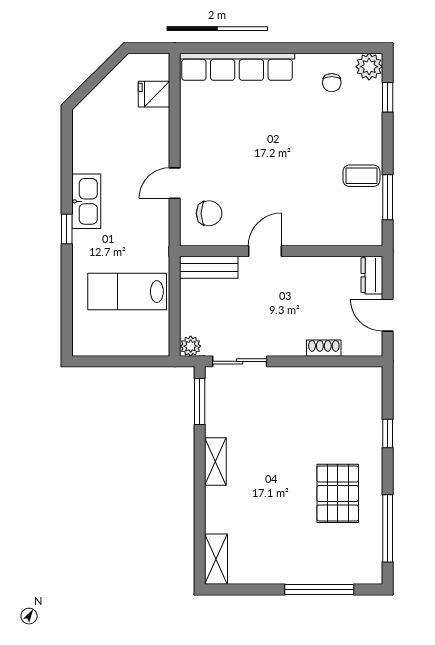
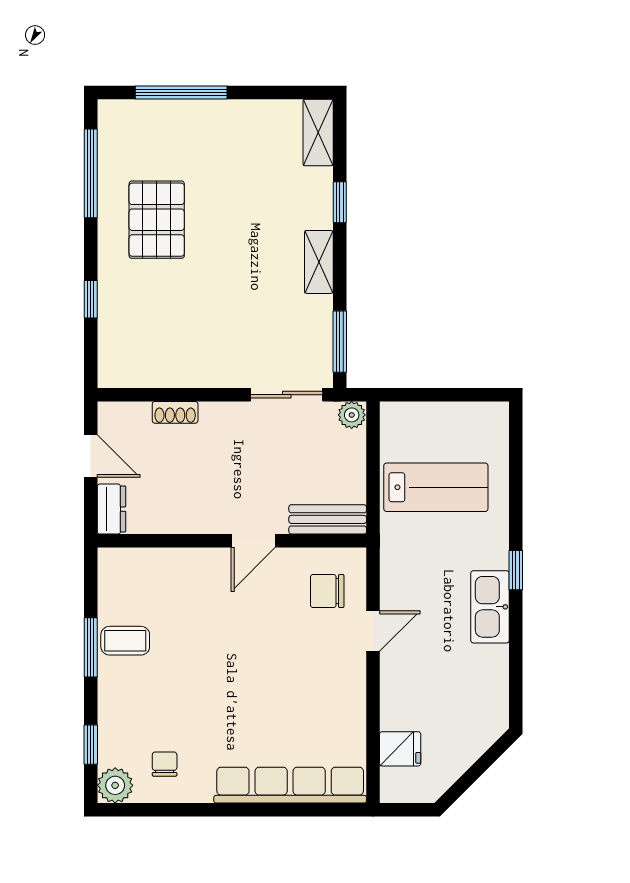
window: (388, 197) -> (91, 647), moved
window: (200, 507) -> (340, 202), added

